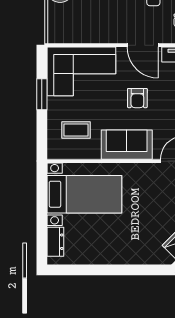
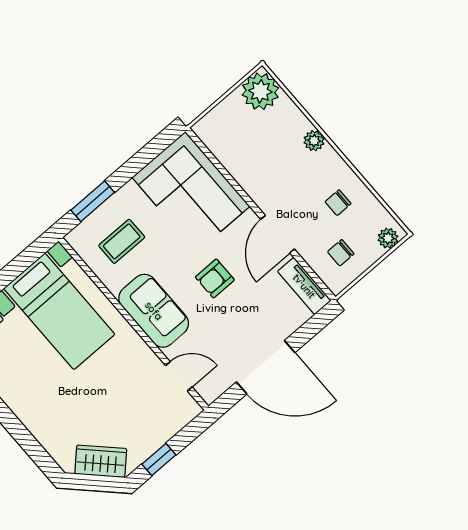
window: (42, 94) -> (93, 201), moved
coffee table: (76, 130) -> (122, 241), turned 90

